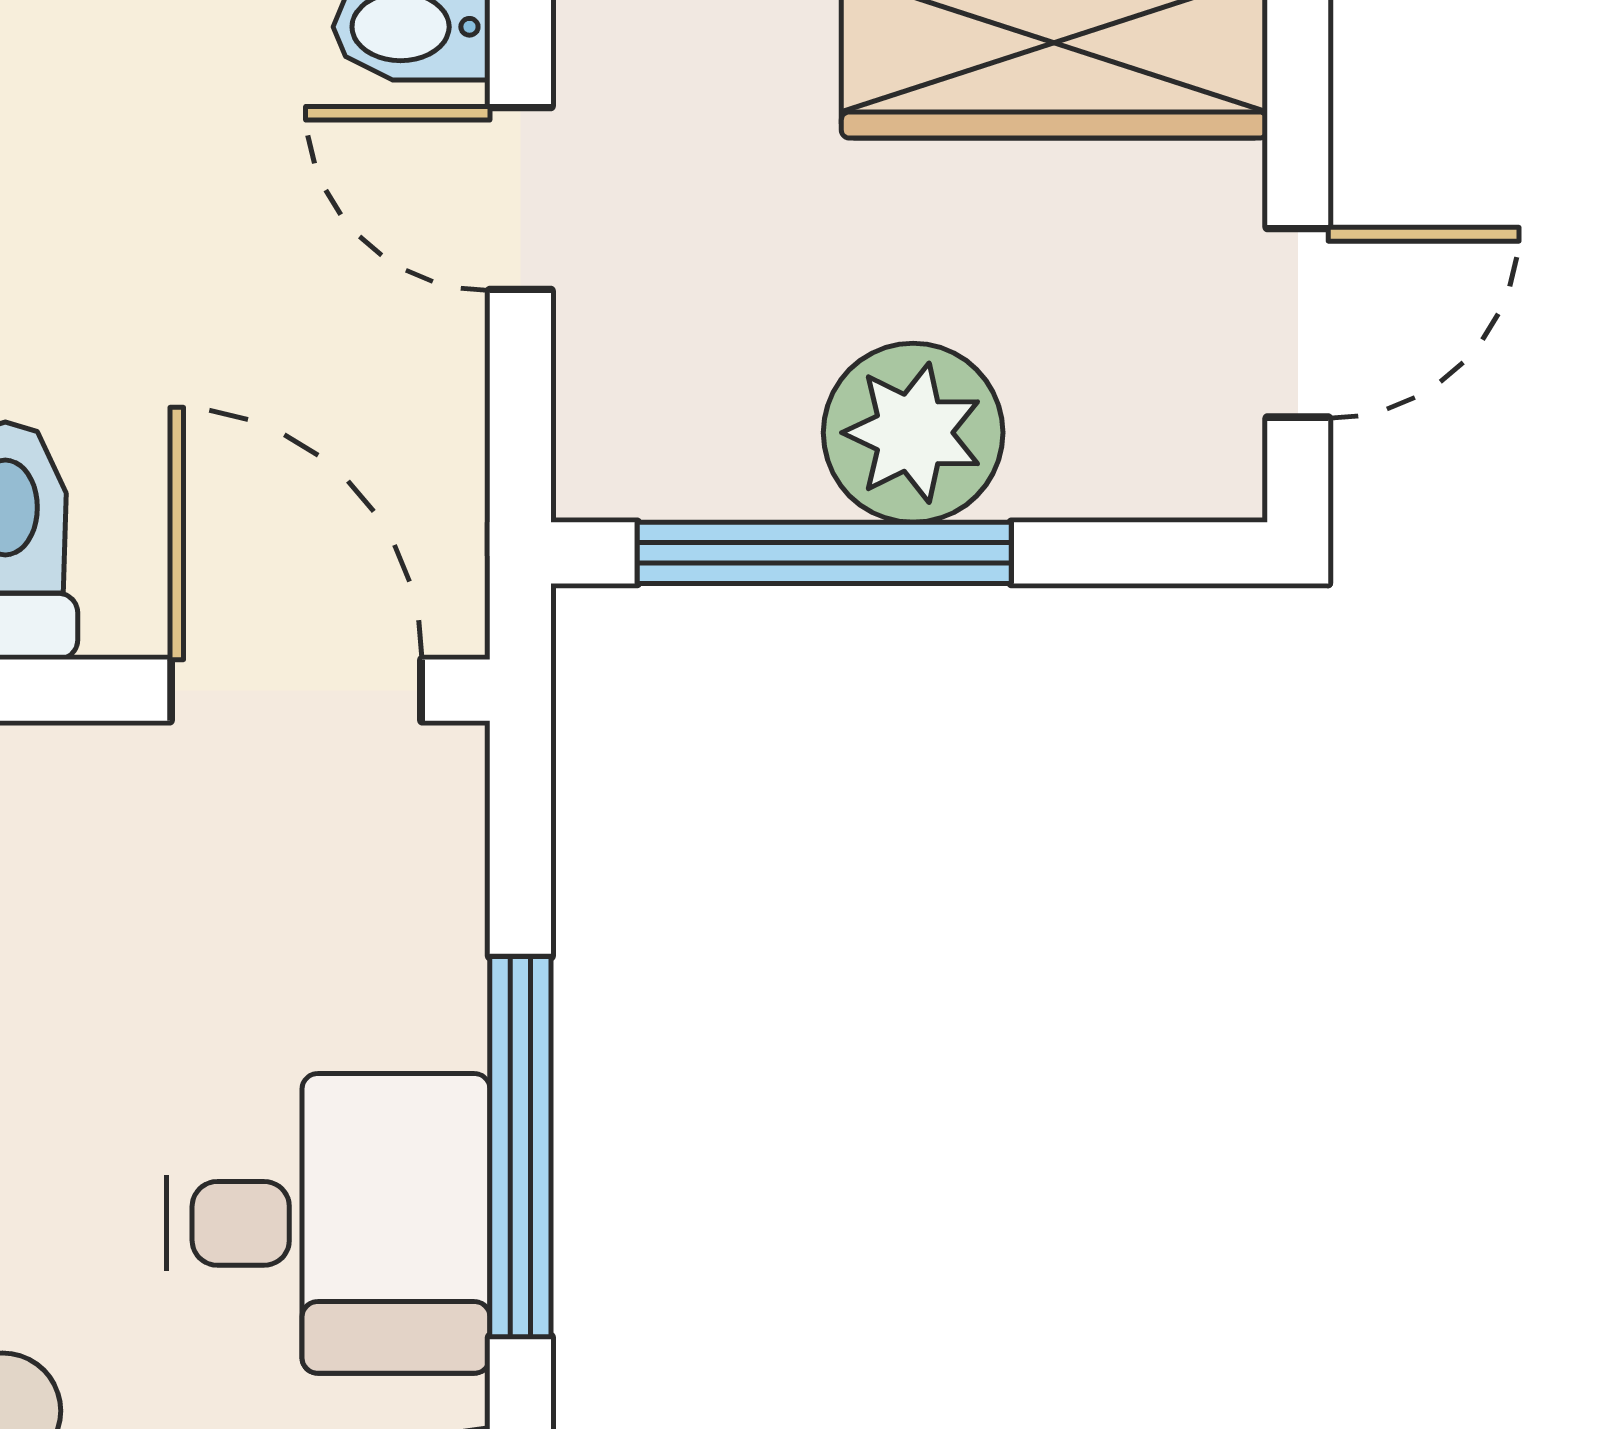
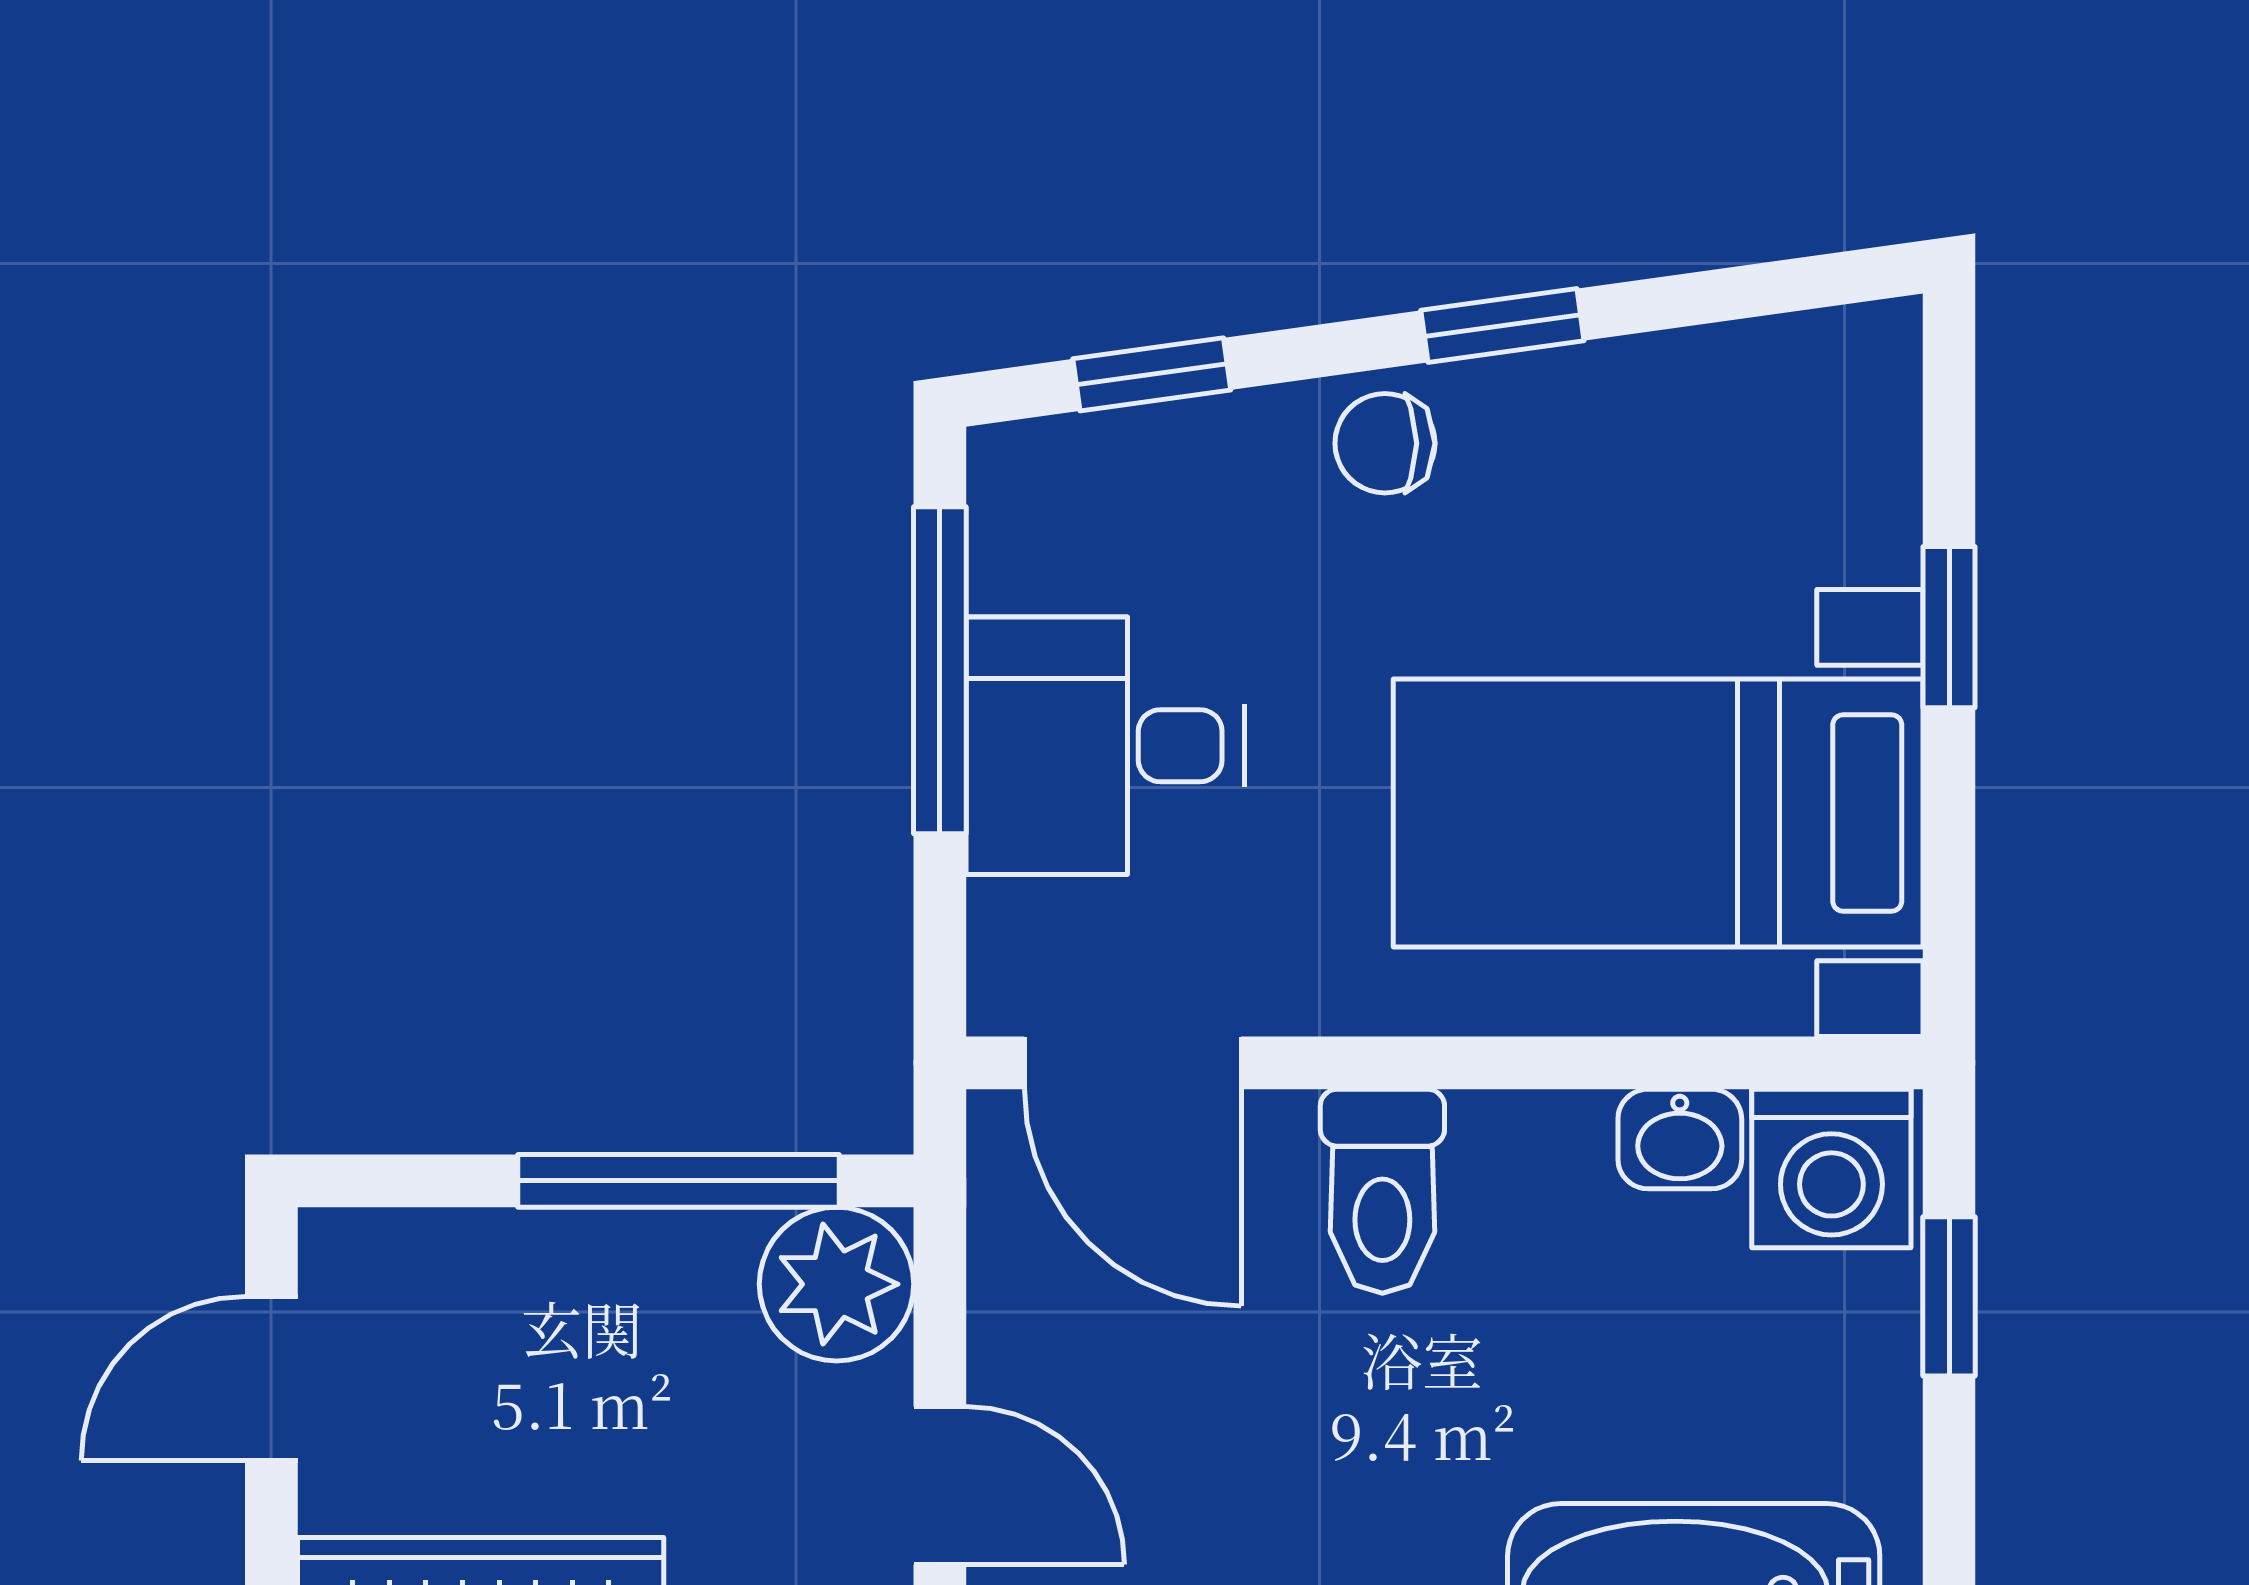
plant: (913, 433) -> (837, 1284), moved
desk: (328, 1223) -> (1105, 746), moved

